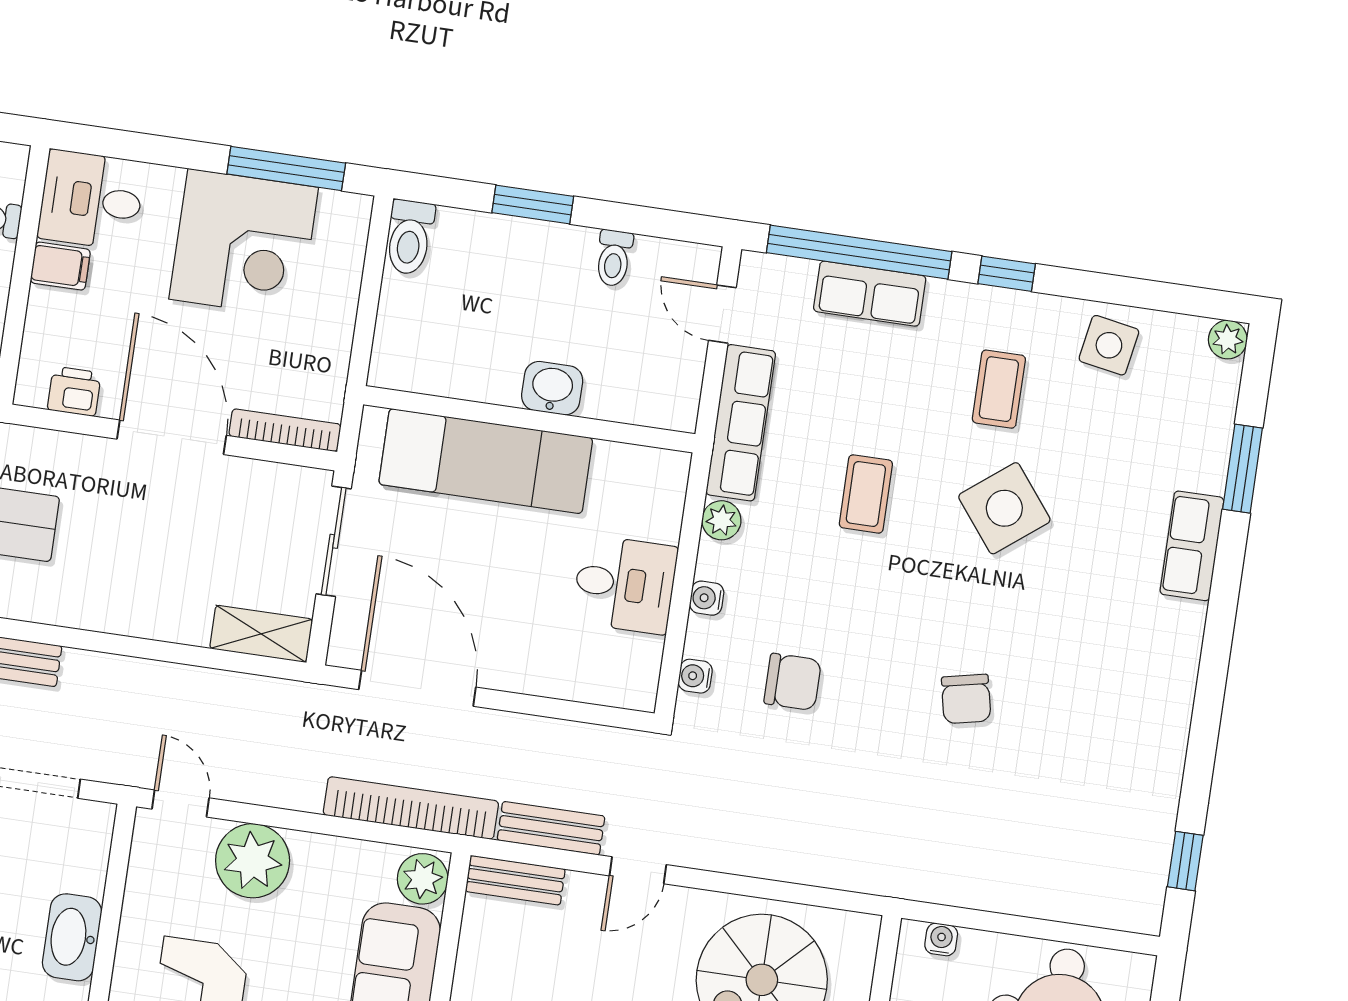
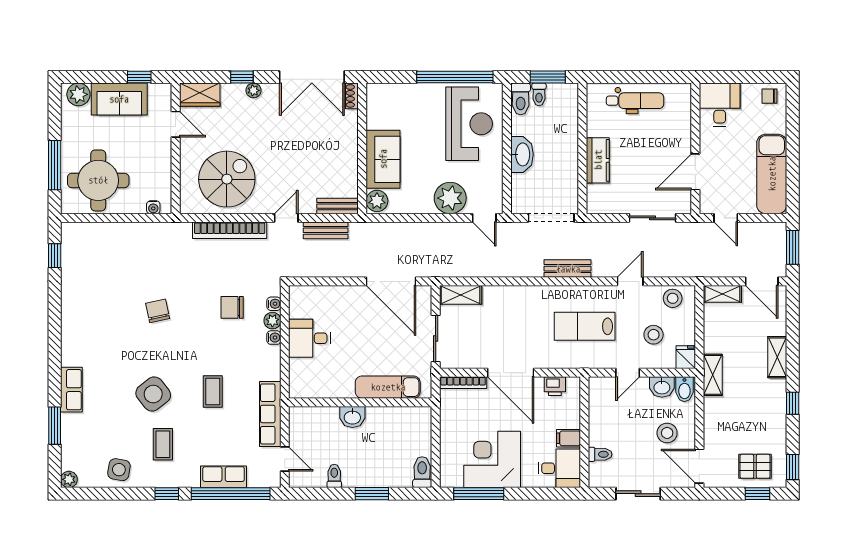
exam couch: (486, 461) -> (388, 387), width x0.73, depth x0.69
plant: (721, 520) -> (272, 321), moved
bookcase: (411, 808) -> (230, 230), moved

